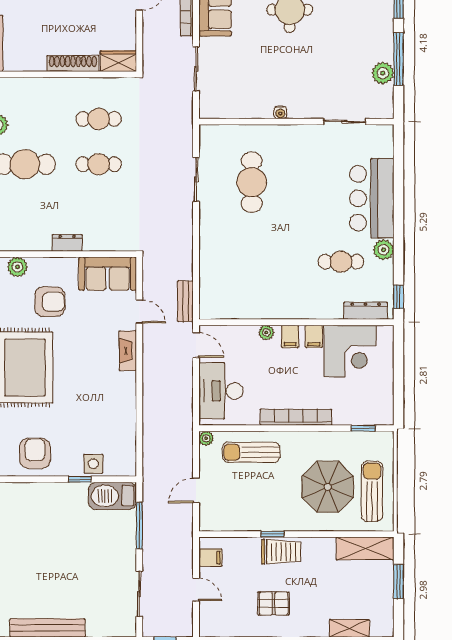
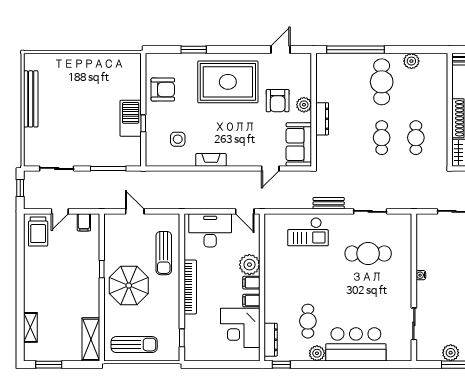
dresser: (67, 243) -> (322, 119), width x1.44
checkout: (223, 262) -> (308, 232), added
plant: (17, 267) -> (304, 105), moved
bench: (185, 301) -> (329, 203), moved
plant: (266, 332) -> (249, 265), width x1.87, depth x1.87
door: (196, 345) -> (245, 211), hinge flipped
fireplace: (128, 351) -> (211, 160), moved
plant: (206, 438) -> (174, 219), removed
sun lounger: (251, 452) -> (164, 253), turned 180
side table: (93, 464) -> (178, 139), moved
parasol: (328, 487) -> (129, 285), moved
barbecue: (112, 496) -> (131, 118), moved
trolley: (281, 552) -> (38, 232), moved
window: (398, 582) -> (49, 365), moved
pallet: (274, 603) -> (49, 270), removed

